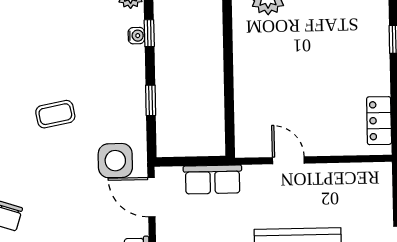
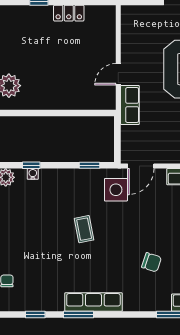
window: (151, 100) -> (89, 165), moved
locker: (379, 121) -> (69, 13), moved
row of seats: (213, 179) -> (130, 105), moved

